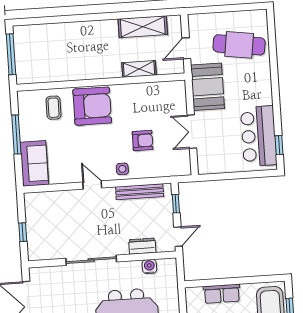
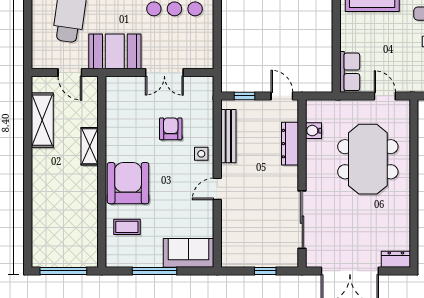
shelving: (139, 69) -> (90, 146), moved
dresser: (142, 246) -> (290, 144), width x1.44
sliding door: (91, 260) -> (302, 220), moved
row of seats: (222, 294) -> (350, 72), moved

